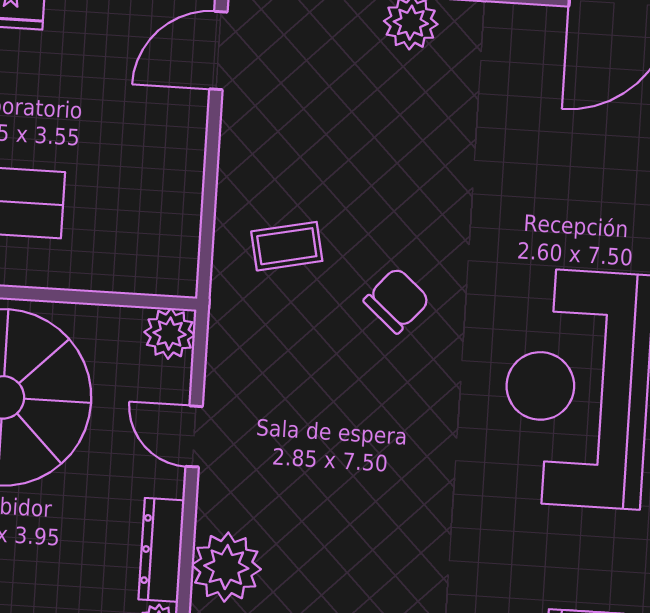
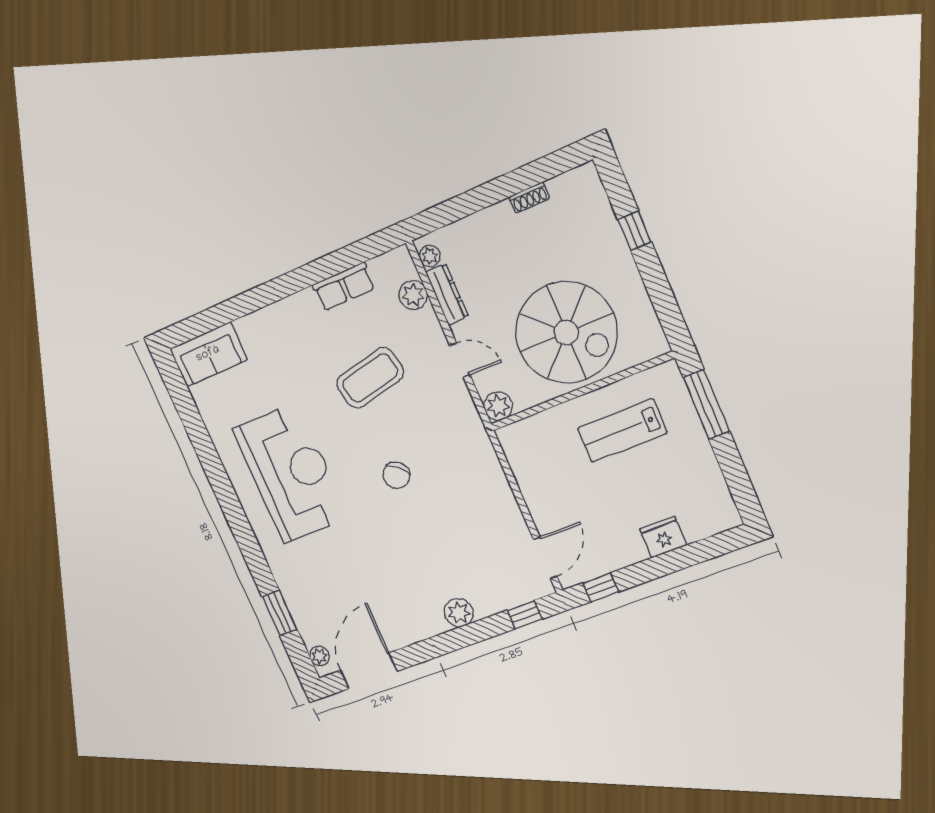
coffee table: (287, 246) -> (370, 378), moved, width x1.86, depth x1.72
plant: (226, 567) -> (413, 295), width x0.73, depth x0.73

